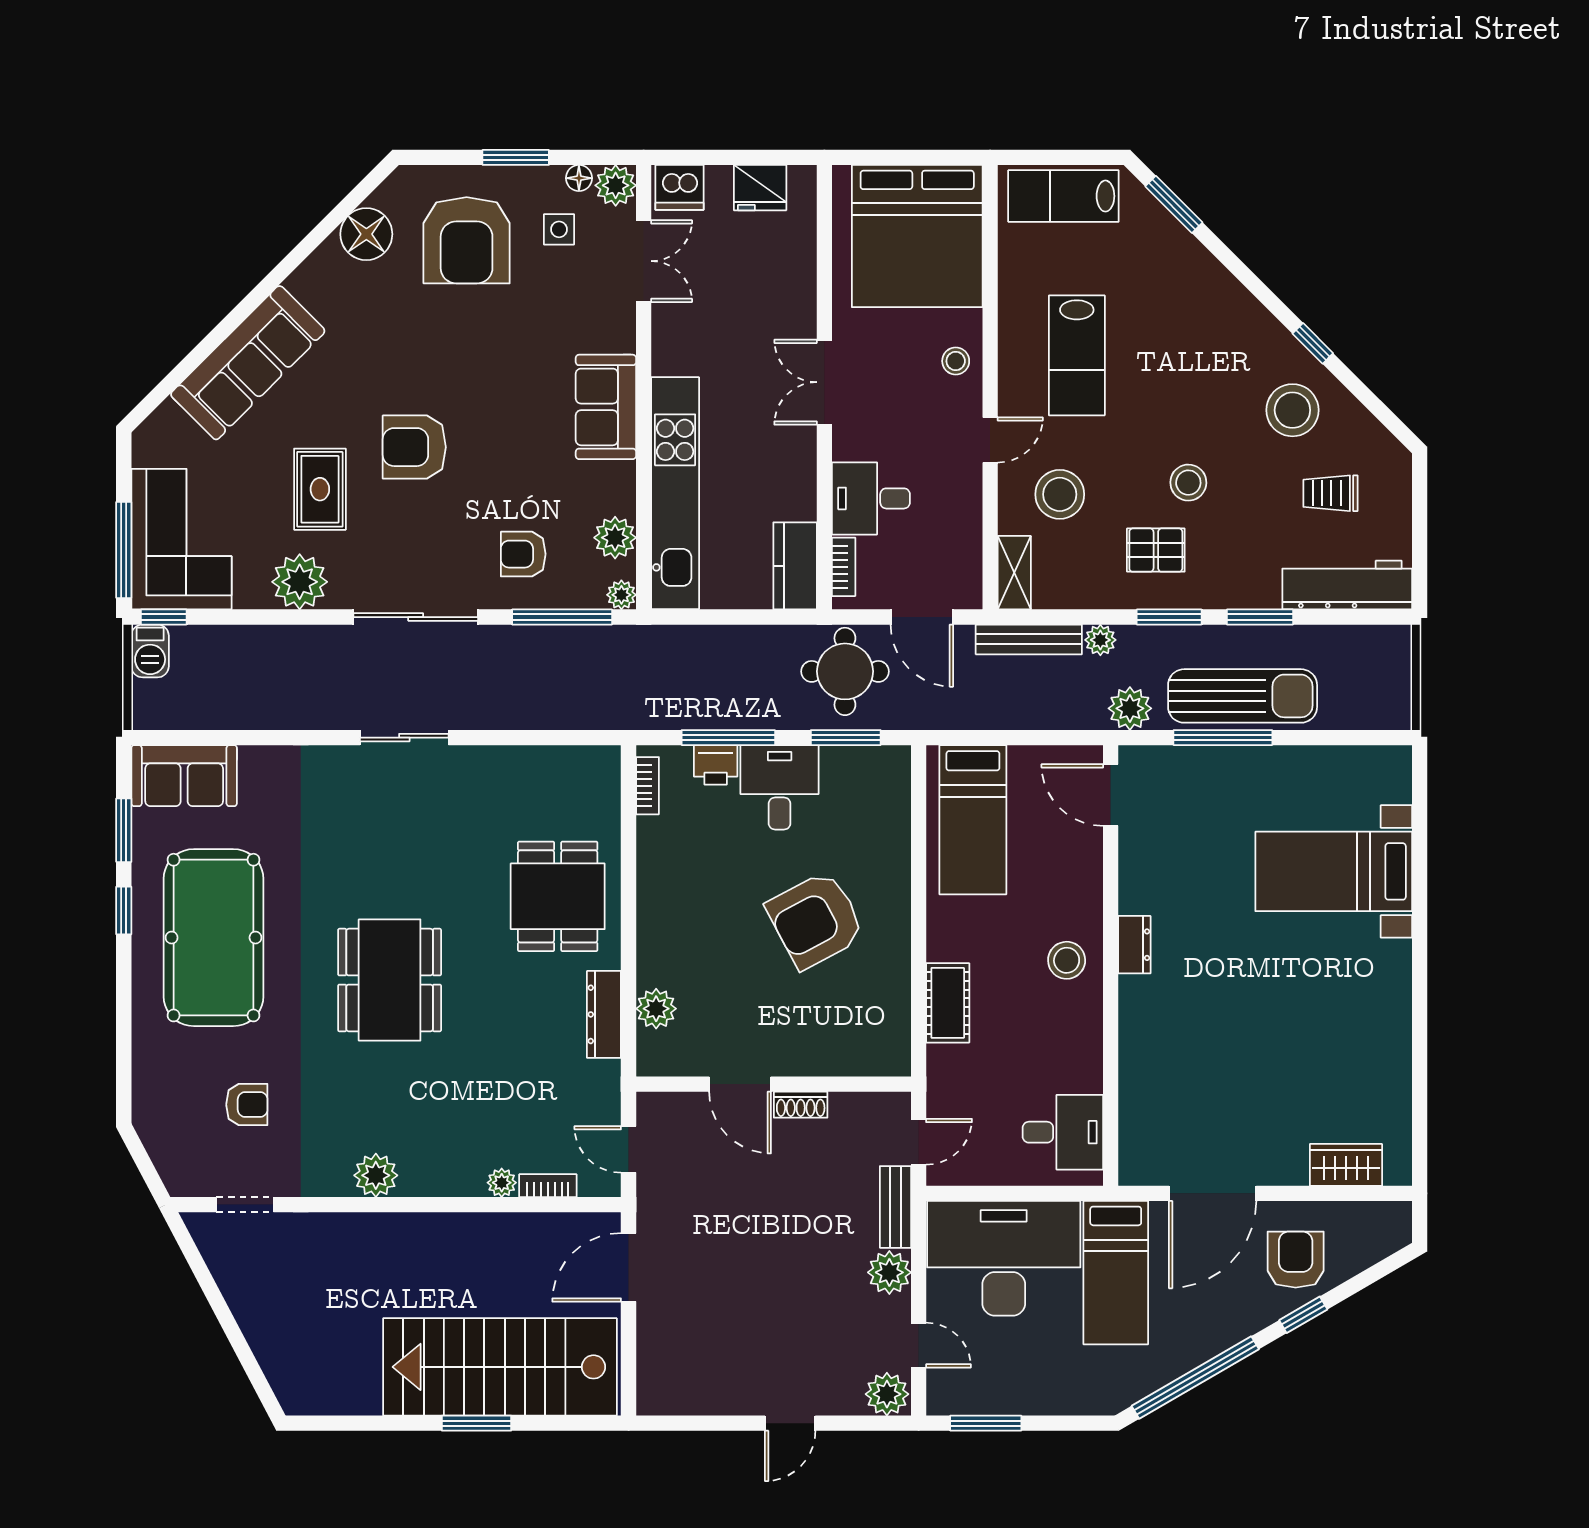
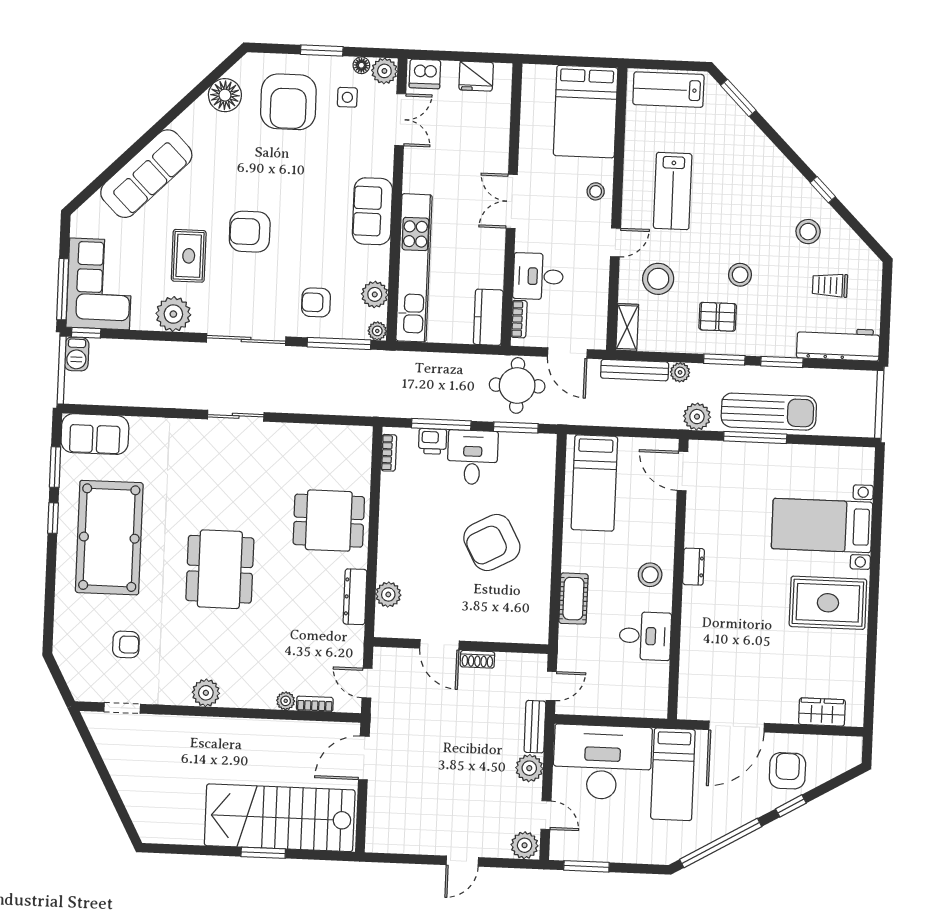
bed: (917, 236) -> (586, 112), width x0.73
stool: (1292, 410) -> (808, 232), width x0.73, depth x0.73
dining table: (558, 896) -> (329, 521), turned 90
rug: (1348, 993) -> (828, 603), added
desk: (1063, 1132) -> (645, 636), moved

